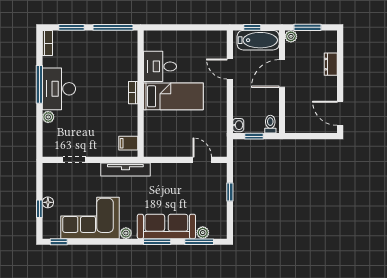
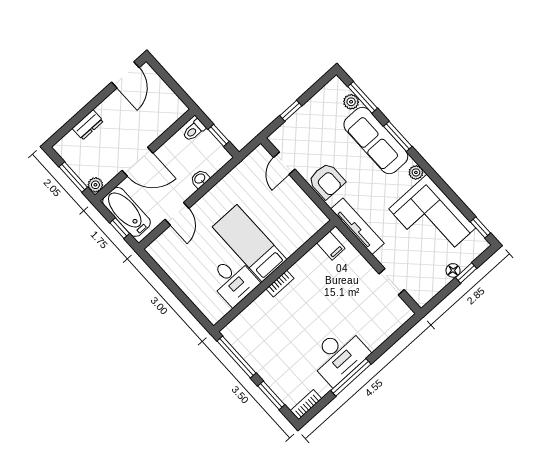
plant: (48, 117) -> (374, 342), removed
washbasin: (238, 125) -> (200, 179), moved
armchair: (169, 176) -> (327, 181), added

